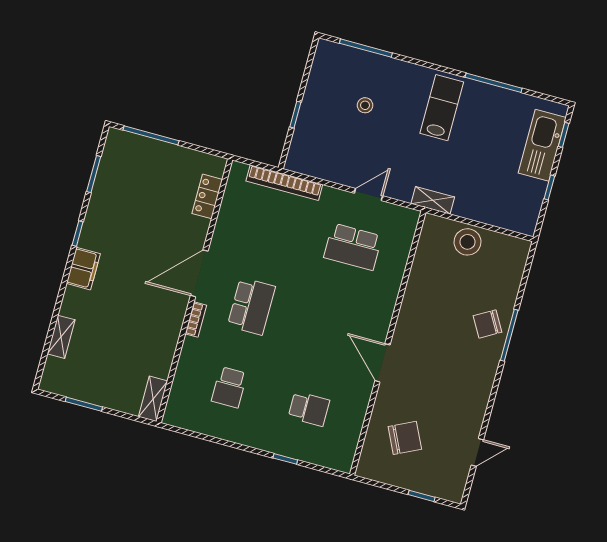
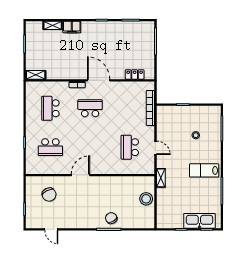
lab bench: (442, 108) -> (204, 170), turned 180
filing cabinet: (83, 269) -> (72, 27), moved
school desk: (251, 306) -> (90, 108), turned 180
school desk: (229, 387) -> (50, 108), width x1.85
school desk: (309, 409) -> (50, 147), width x1.85

